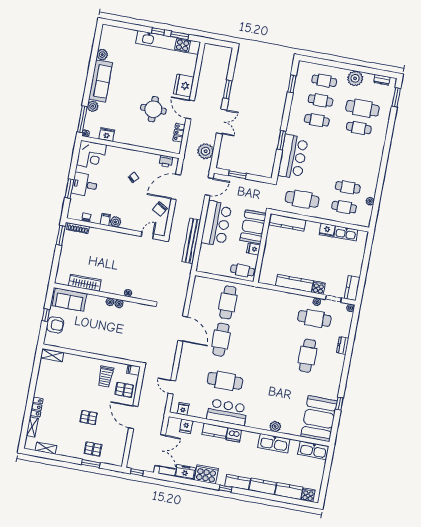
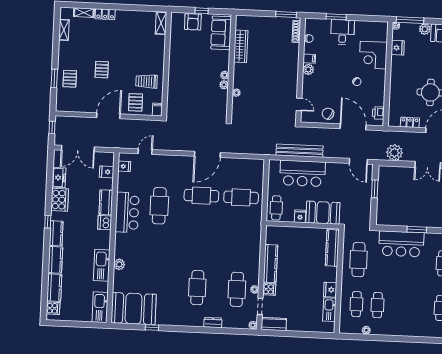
corner desk: (91, 155) -> (373, 55), moved
bar counter: (216, 224) -> (302, 173), moved
cafe table: (307, 356) -> (197, 288), turned 90

